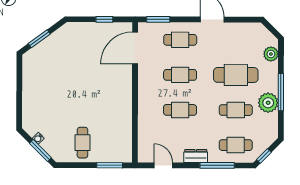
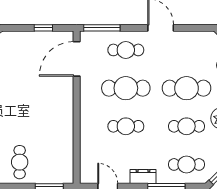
window: (158, 19) -> (102, 28), width x1.44
cafe table: (180, 75) -> (126, 88), width x1.37, depth x1.35

